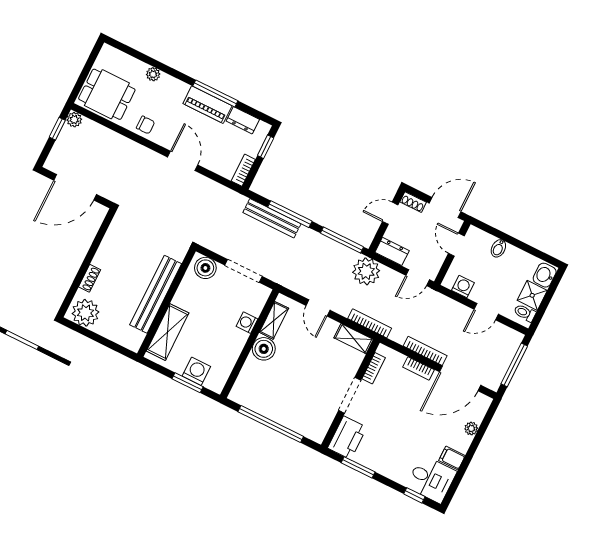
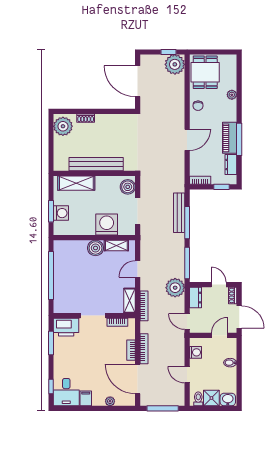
plant: (74, 120) -> (175, 64), width x1.88, depth x1.88
washing machine: (247, 323) -> (107, 224), width x1.89, depth x1.89

